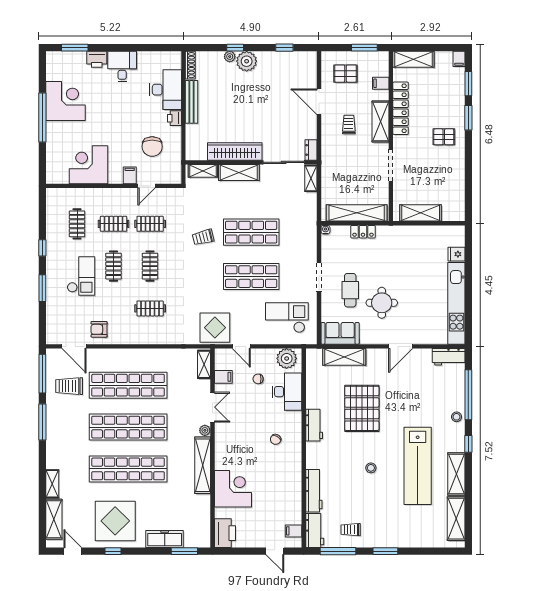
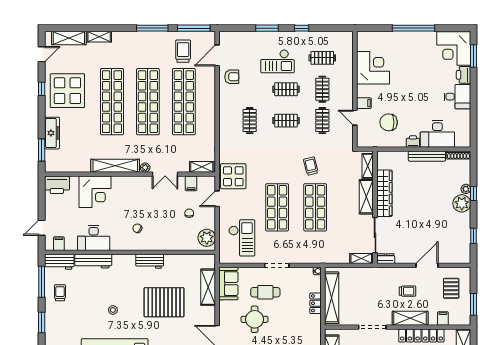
corner desk: (65, 101) -> (454, 49), moved, turned 90
armchair: (99, 329) -> (232, 77), turned 90
desk: (287, 392) -> (94, 238), moved

